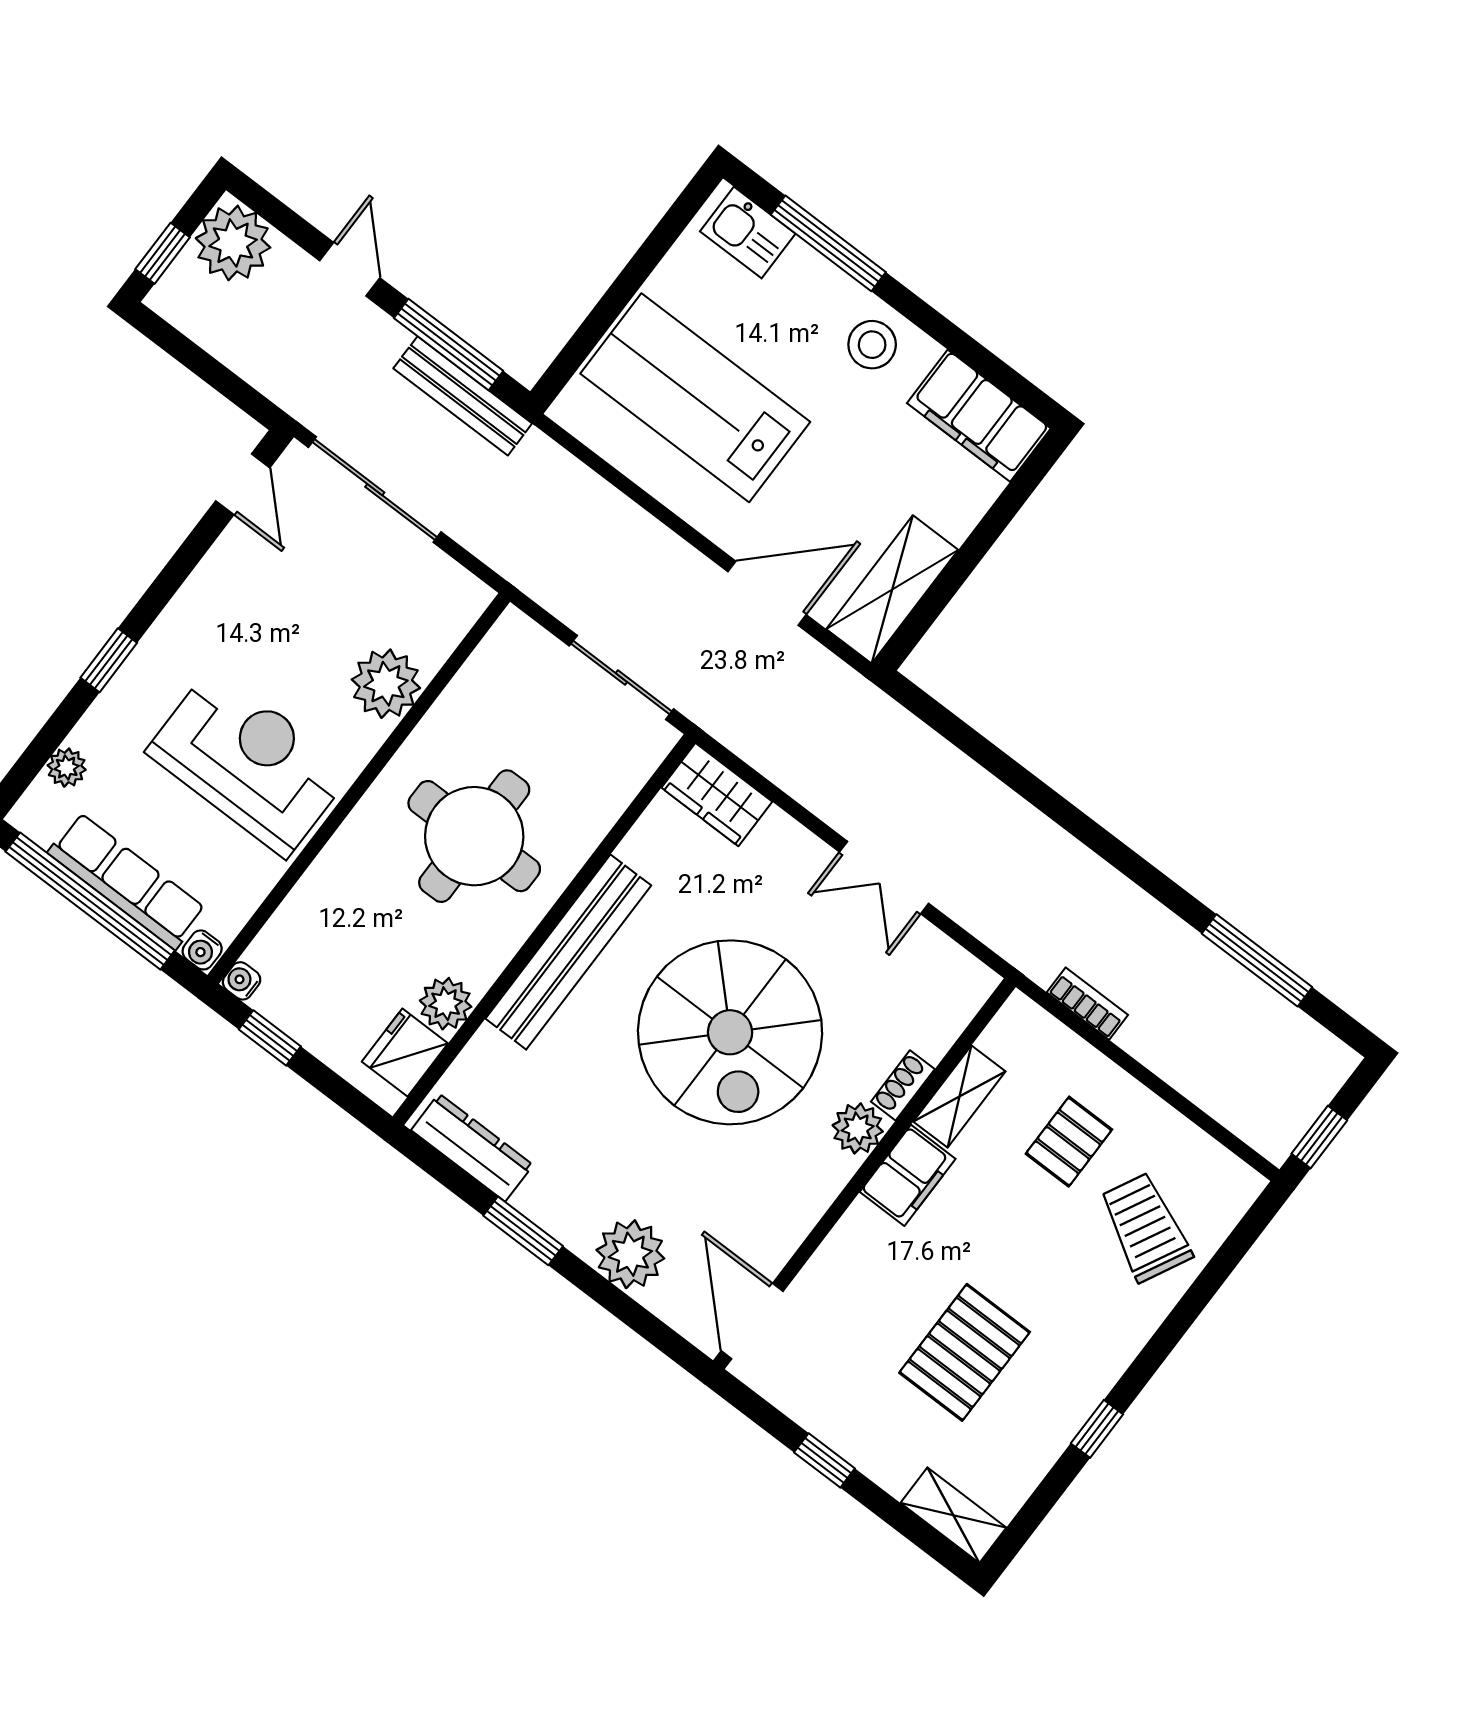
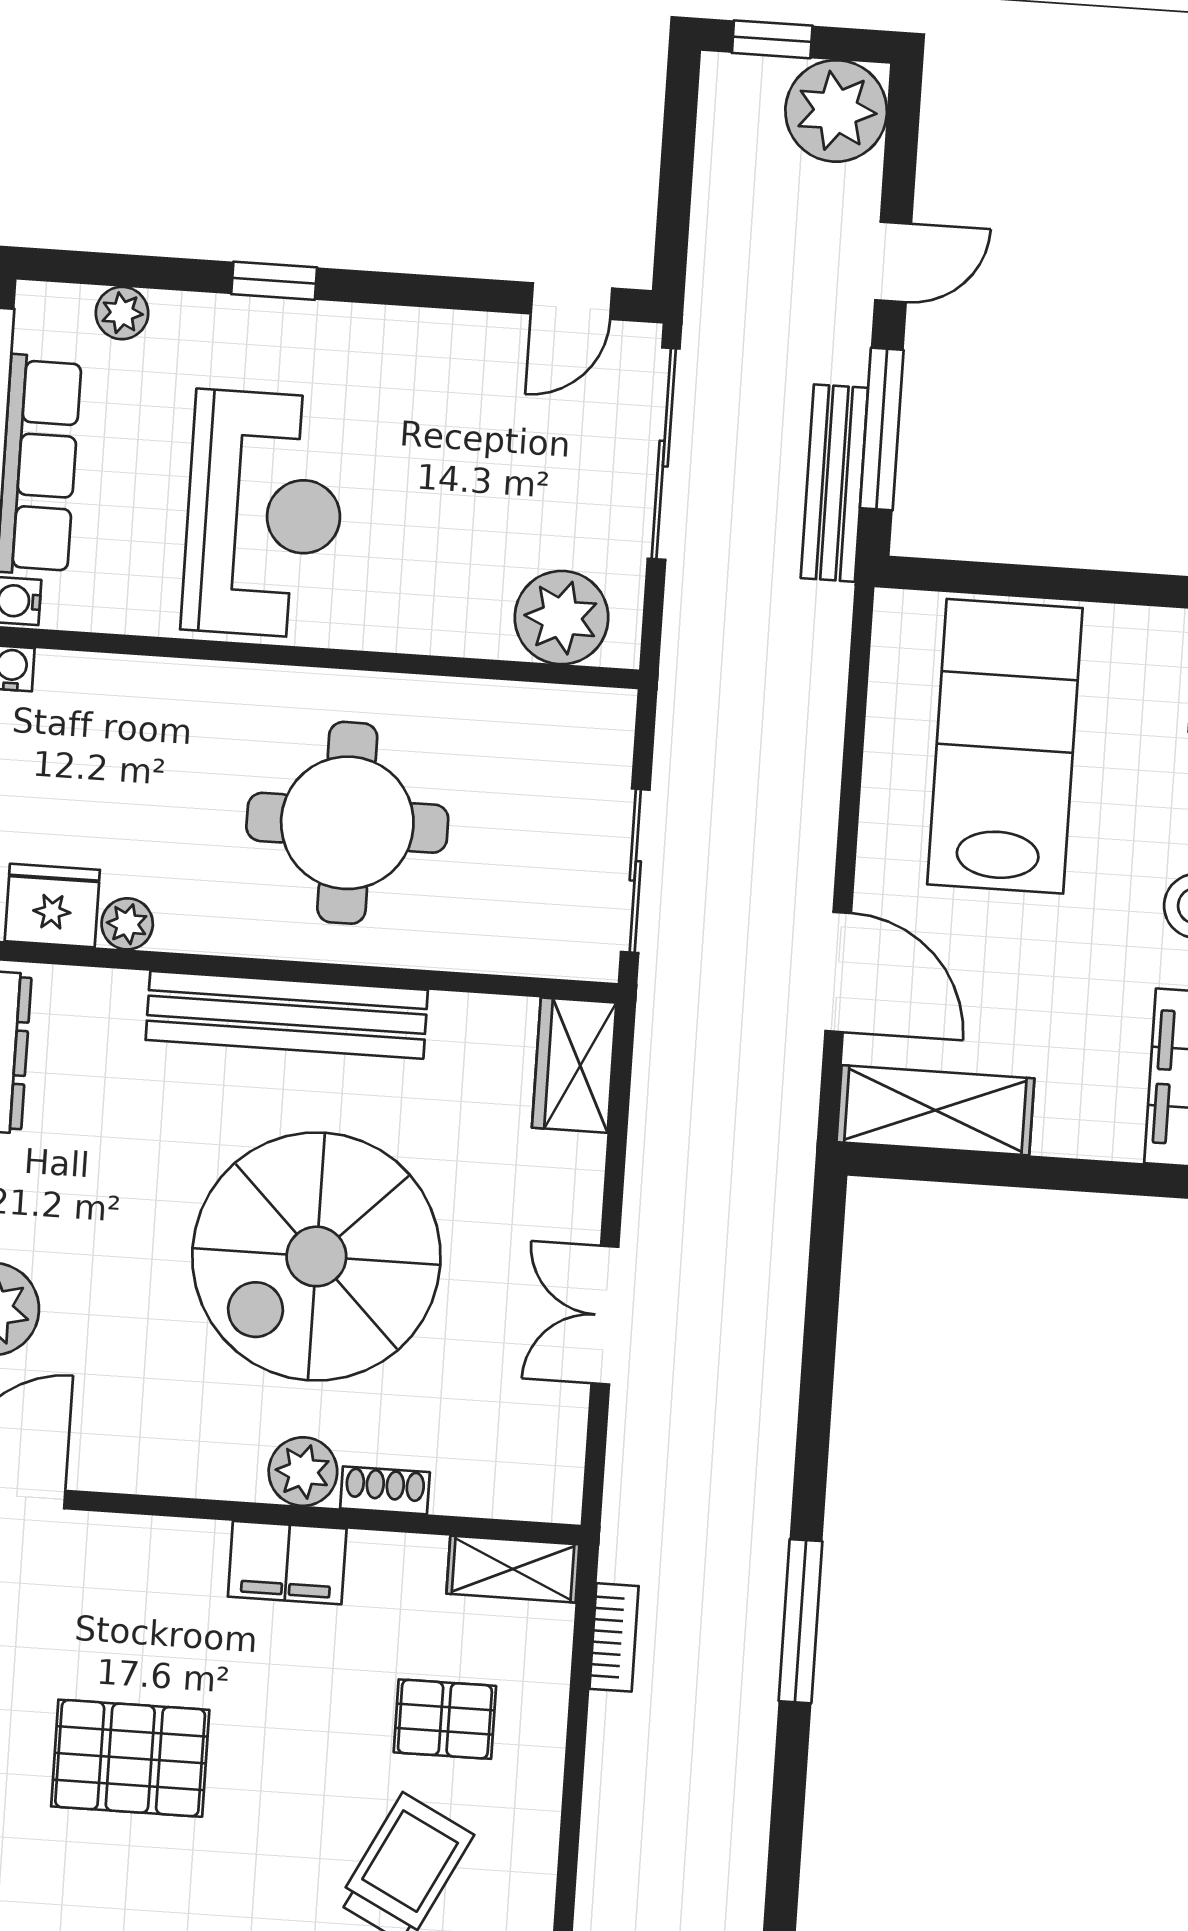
plant: (386, 684) -> (561, 618), moved
window: (1257, 960) -> (801, 1621), moved
plant: (446, 1004) -> (127, 924), width x0.73, depth x0.73
shelving: (959, 1097) -> (513, 1569), moved

